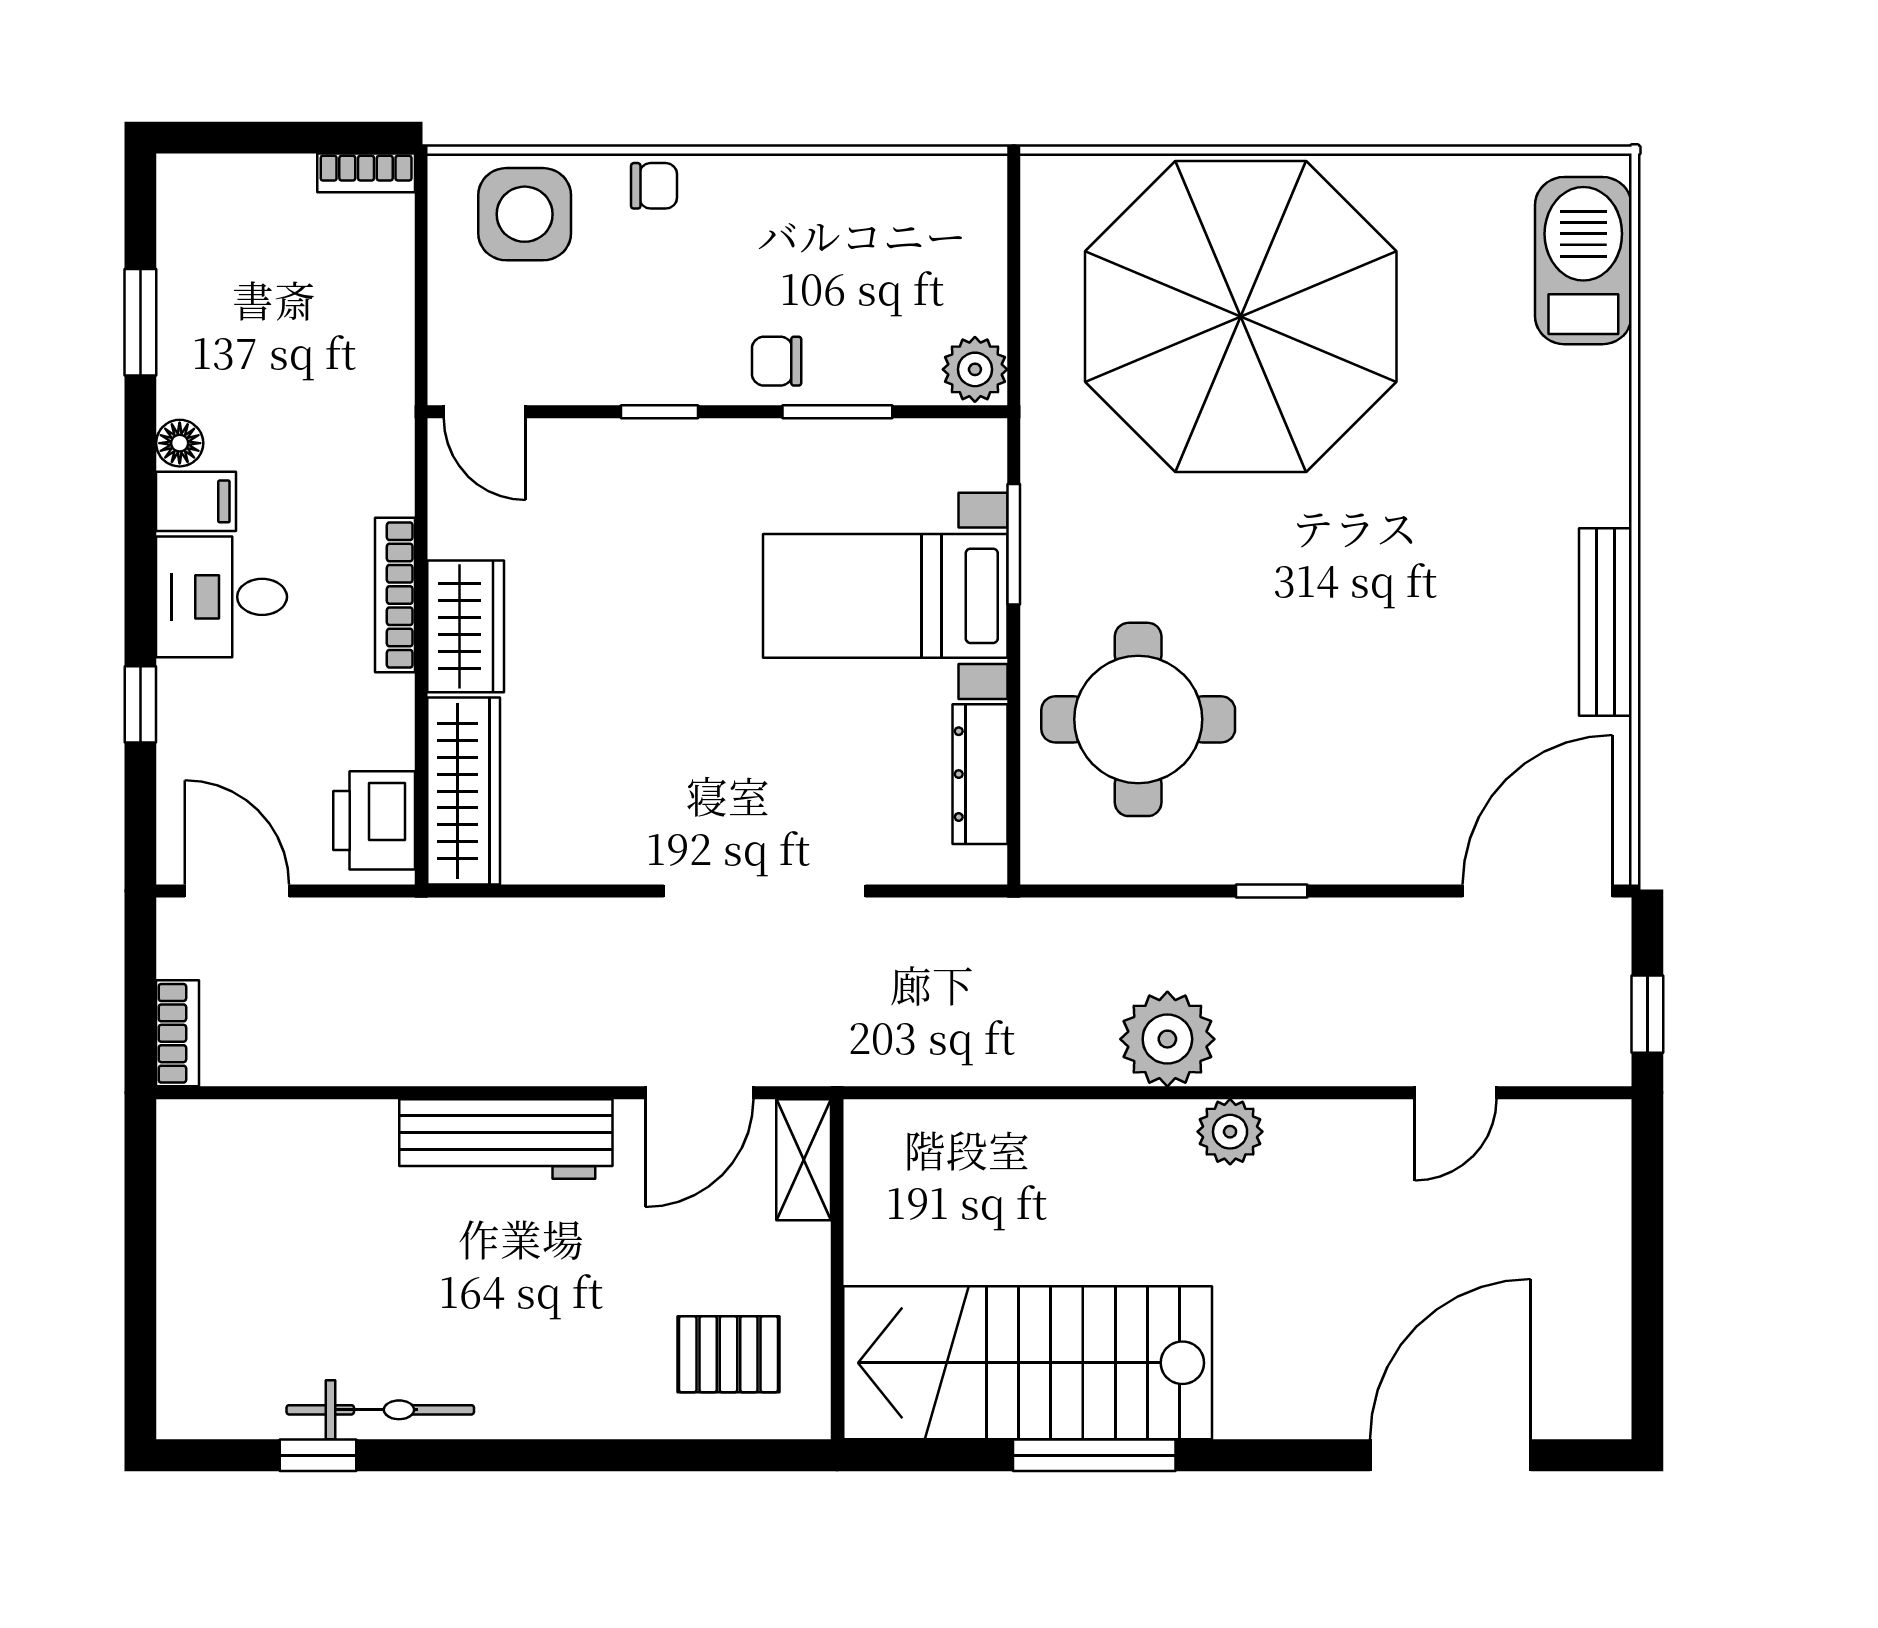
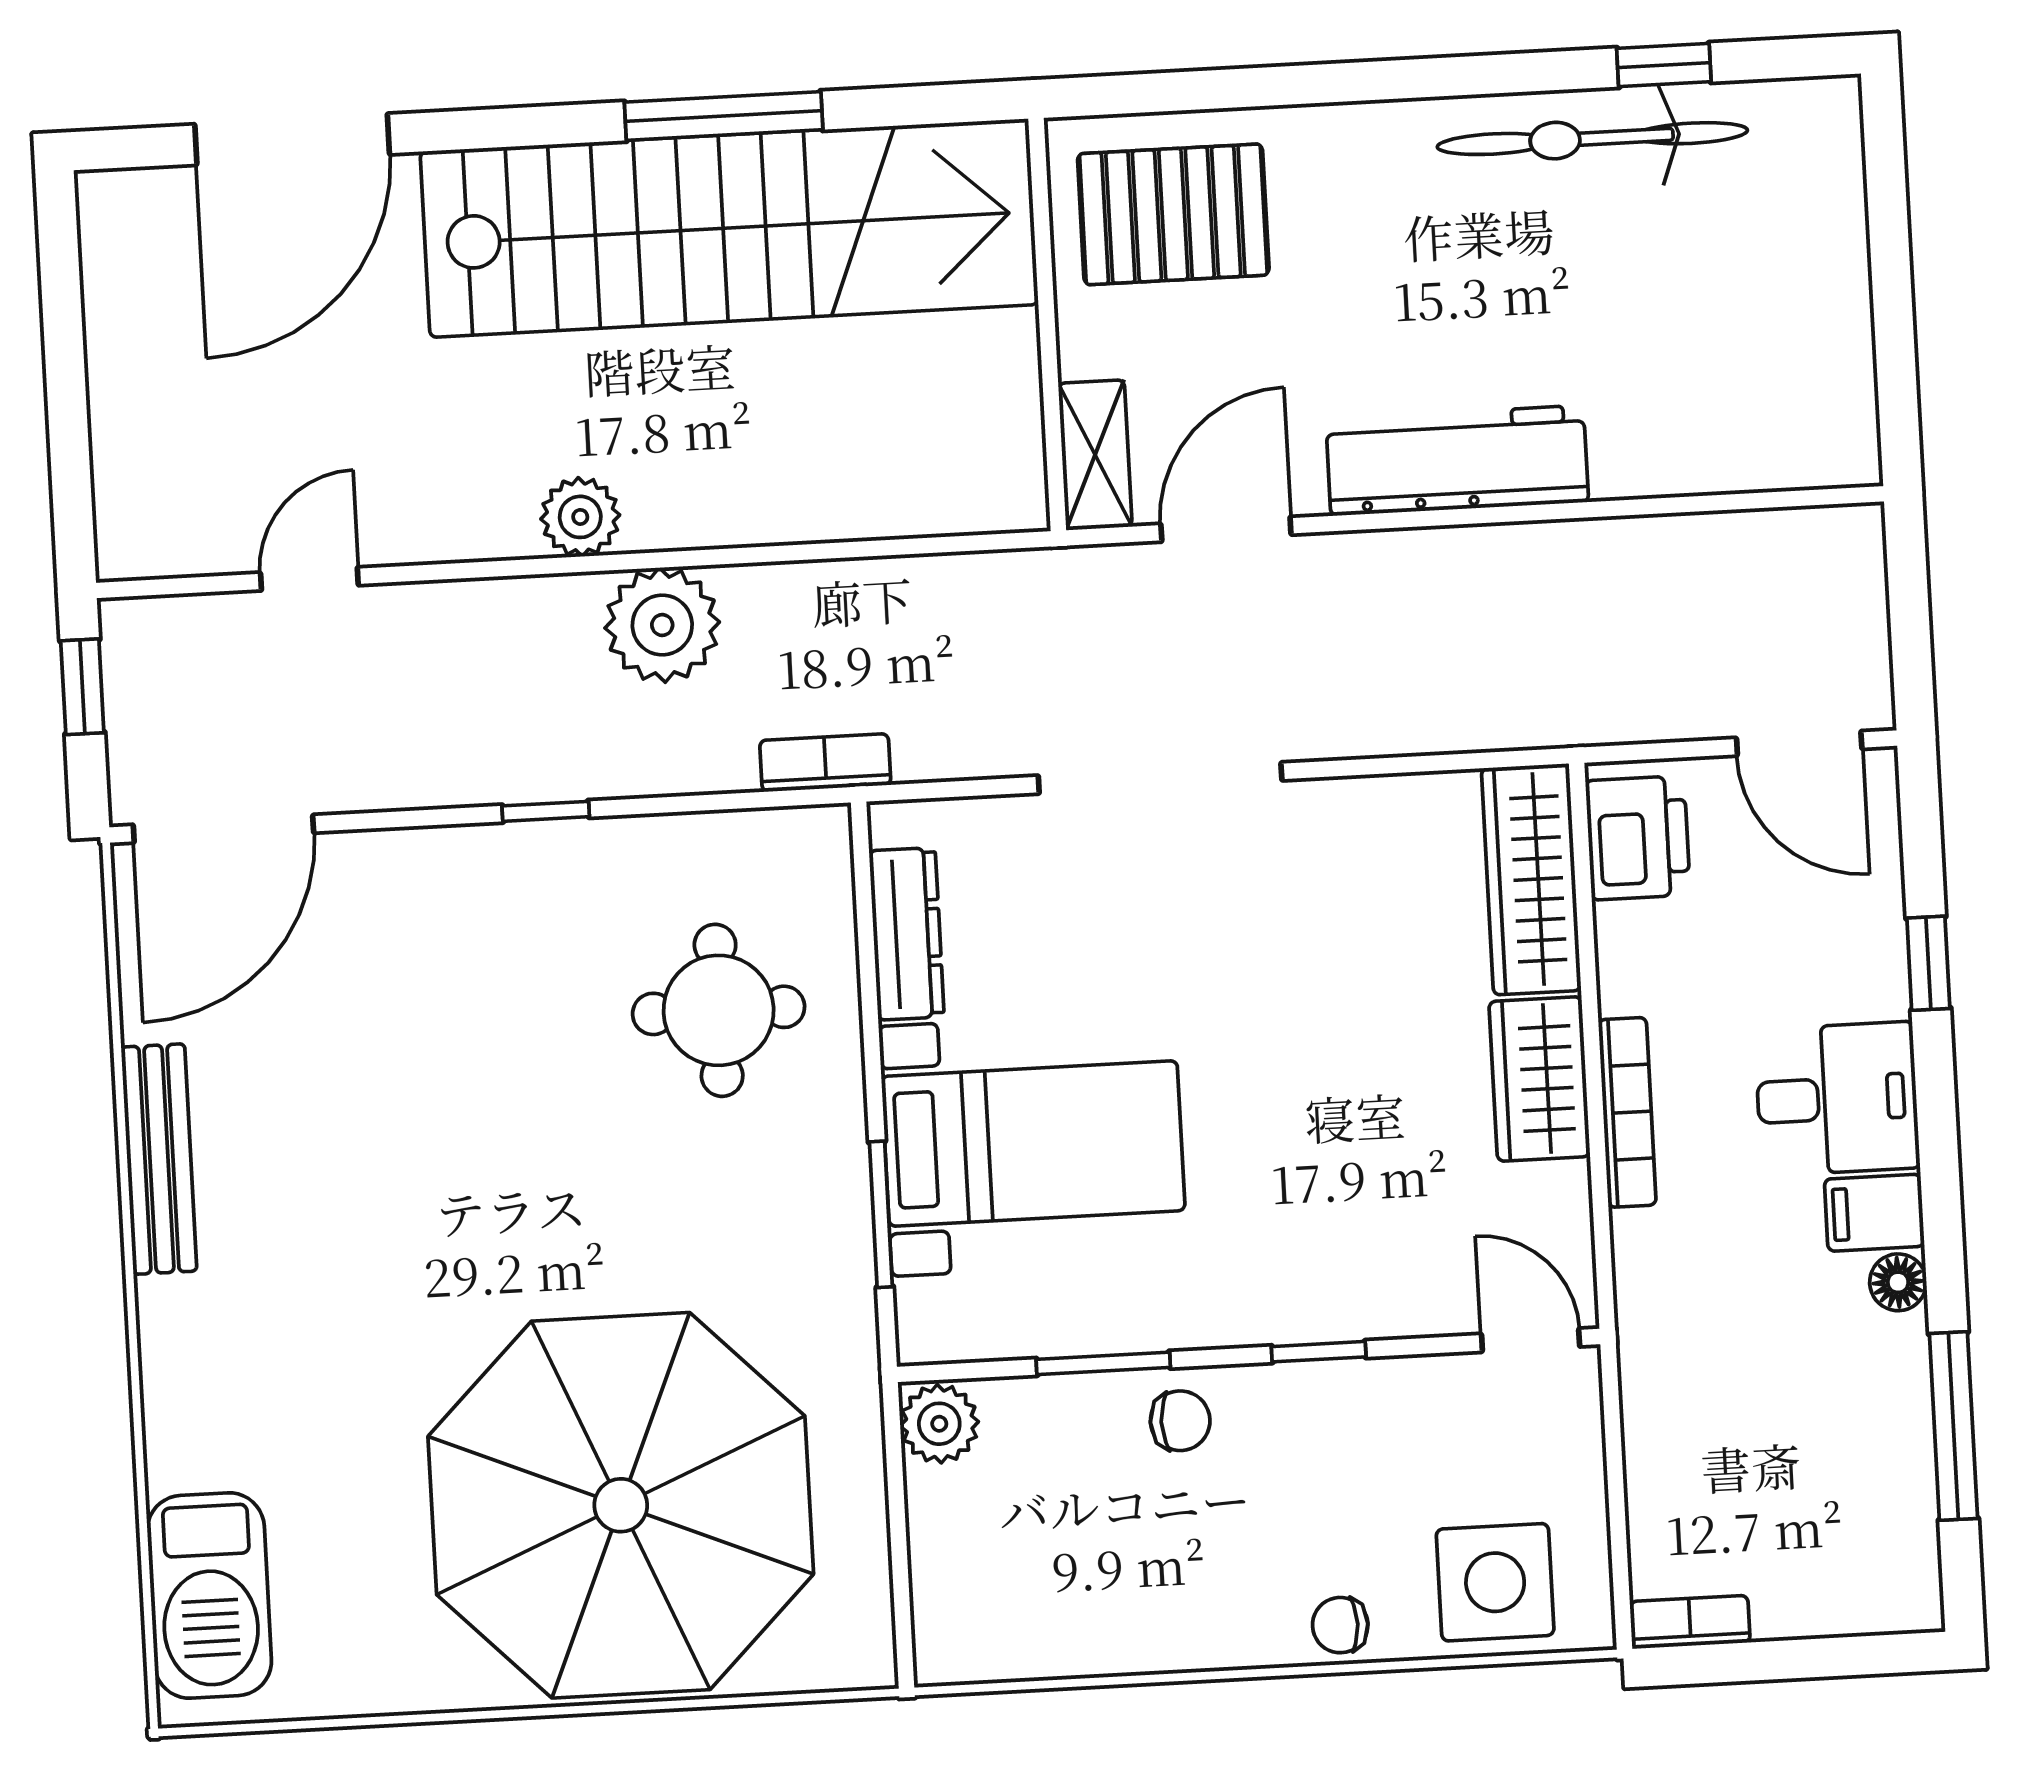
window: (140, 322) -> (1953, 1426), width x1.44
round table: (1138, 719) -> (719, 1010), width x0.73, depth x0.73
bookcase: (178, 1033) -> (825, 763), moved, turned 90
pallet: (728, 1354) -> (1173, 214), width x1.50, depth x1.42
stairs: (1028, 1363) -> (729, 228), width x1.36
bicycle: (380, 1410) -> (1592, 139), width x1.37, depth x1.40

